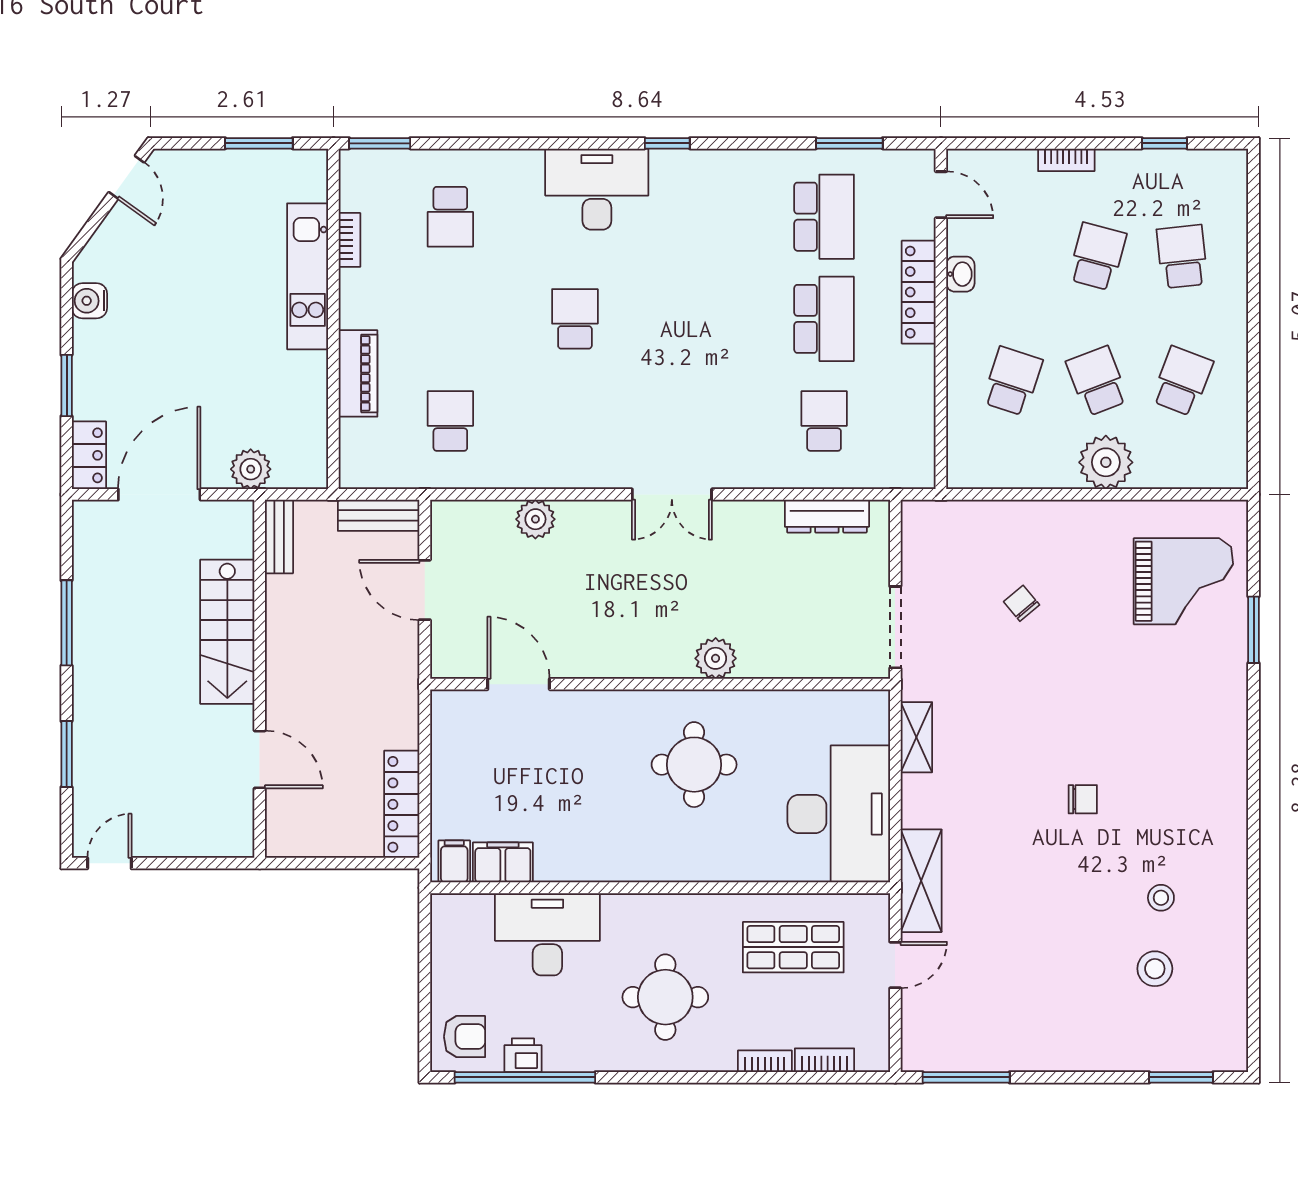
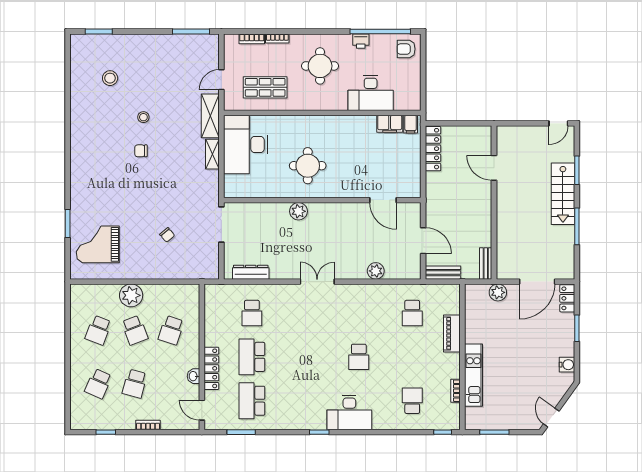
window: (380, 143) -> (443, 432), width x0.67
school desk: (1182, 257) -> (98, 384), turned 30
stairs: (227, 632) -> (563, 194), moved, turned 180
shelving: (916, 737) -> (212, 154), moved
stool: (1161, 898) -> (143, 117), moved
printer: (523, 1055) -> (361, 41), moved

